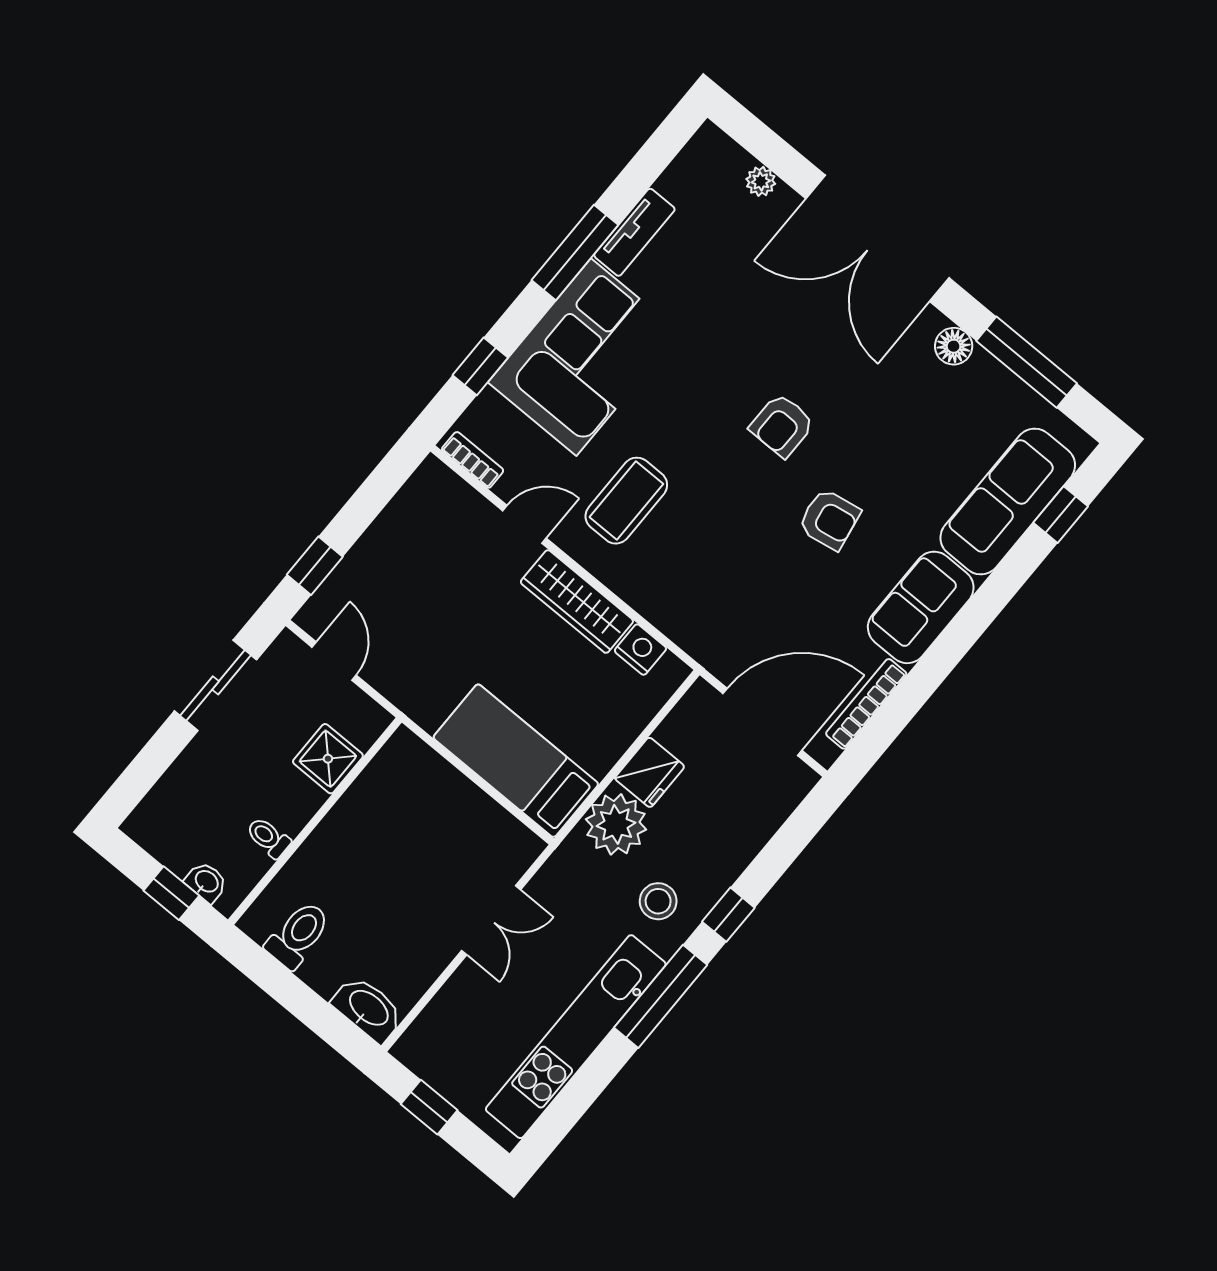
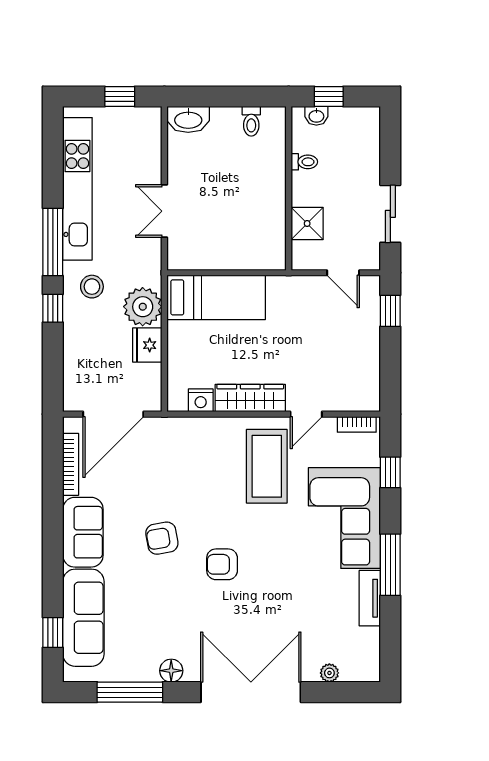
armchair: (782, 425) -> (222, 564), turned -90
coffee table: (626, 501) -> (267, 466), width x1.36, depth x1.32
toilet: (298, 935) -> (251, 121), width x0.73, depth x0.72

